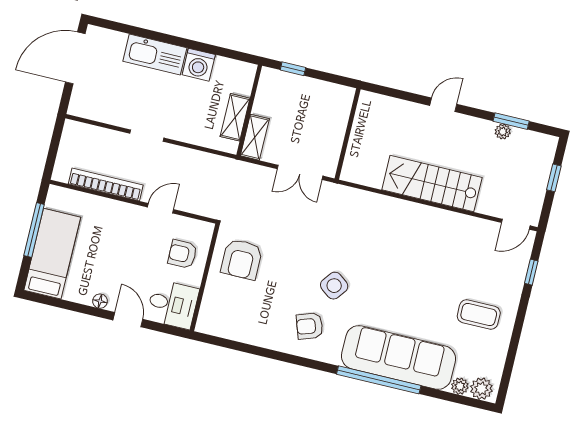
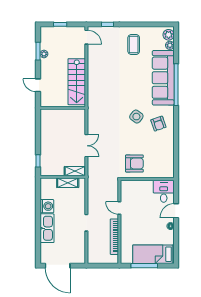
wall: (348, 134) -> (63, 108), moved
armchair: (183, 254) -> (139, 192), removed

